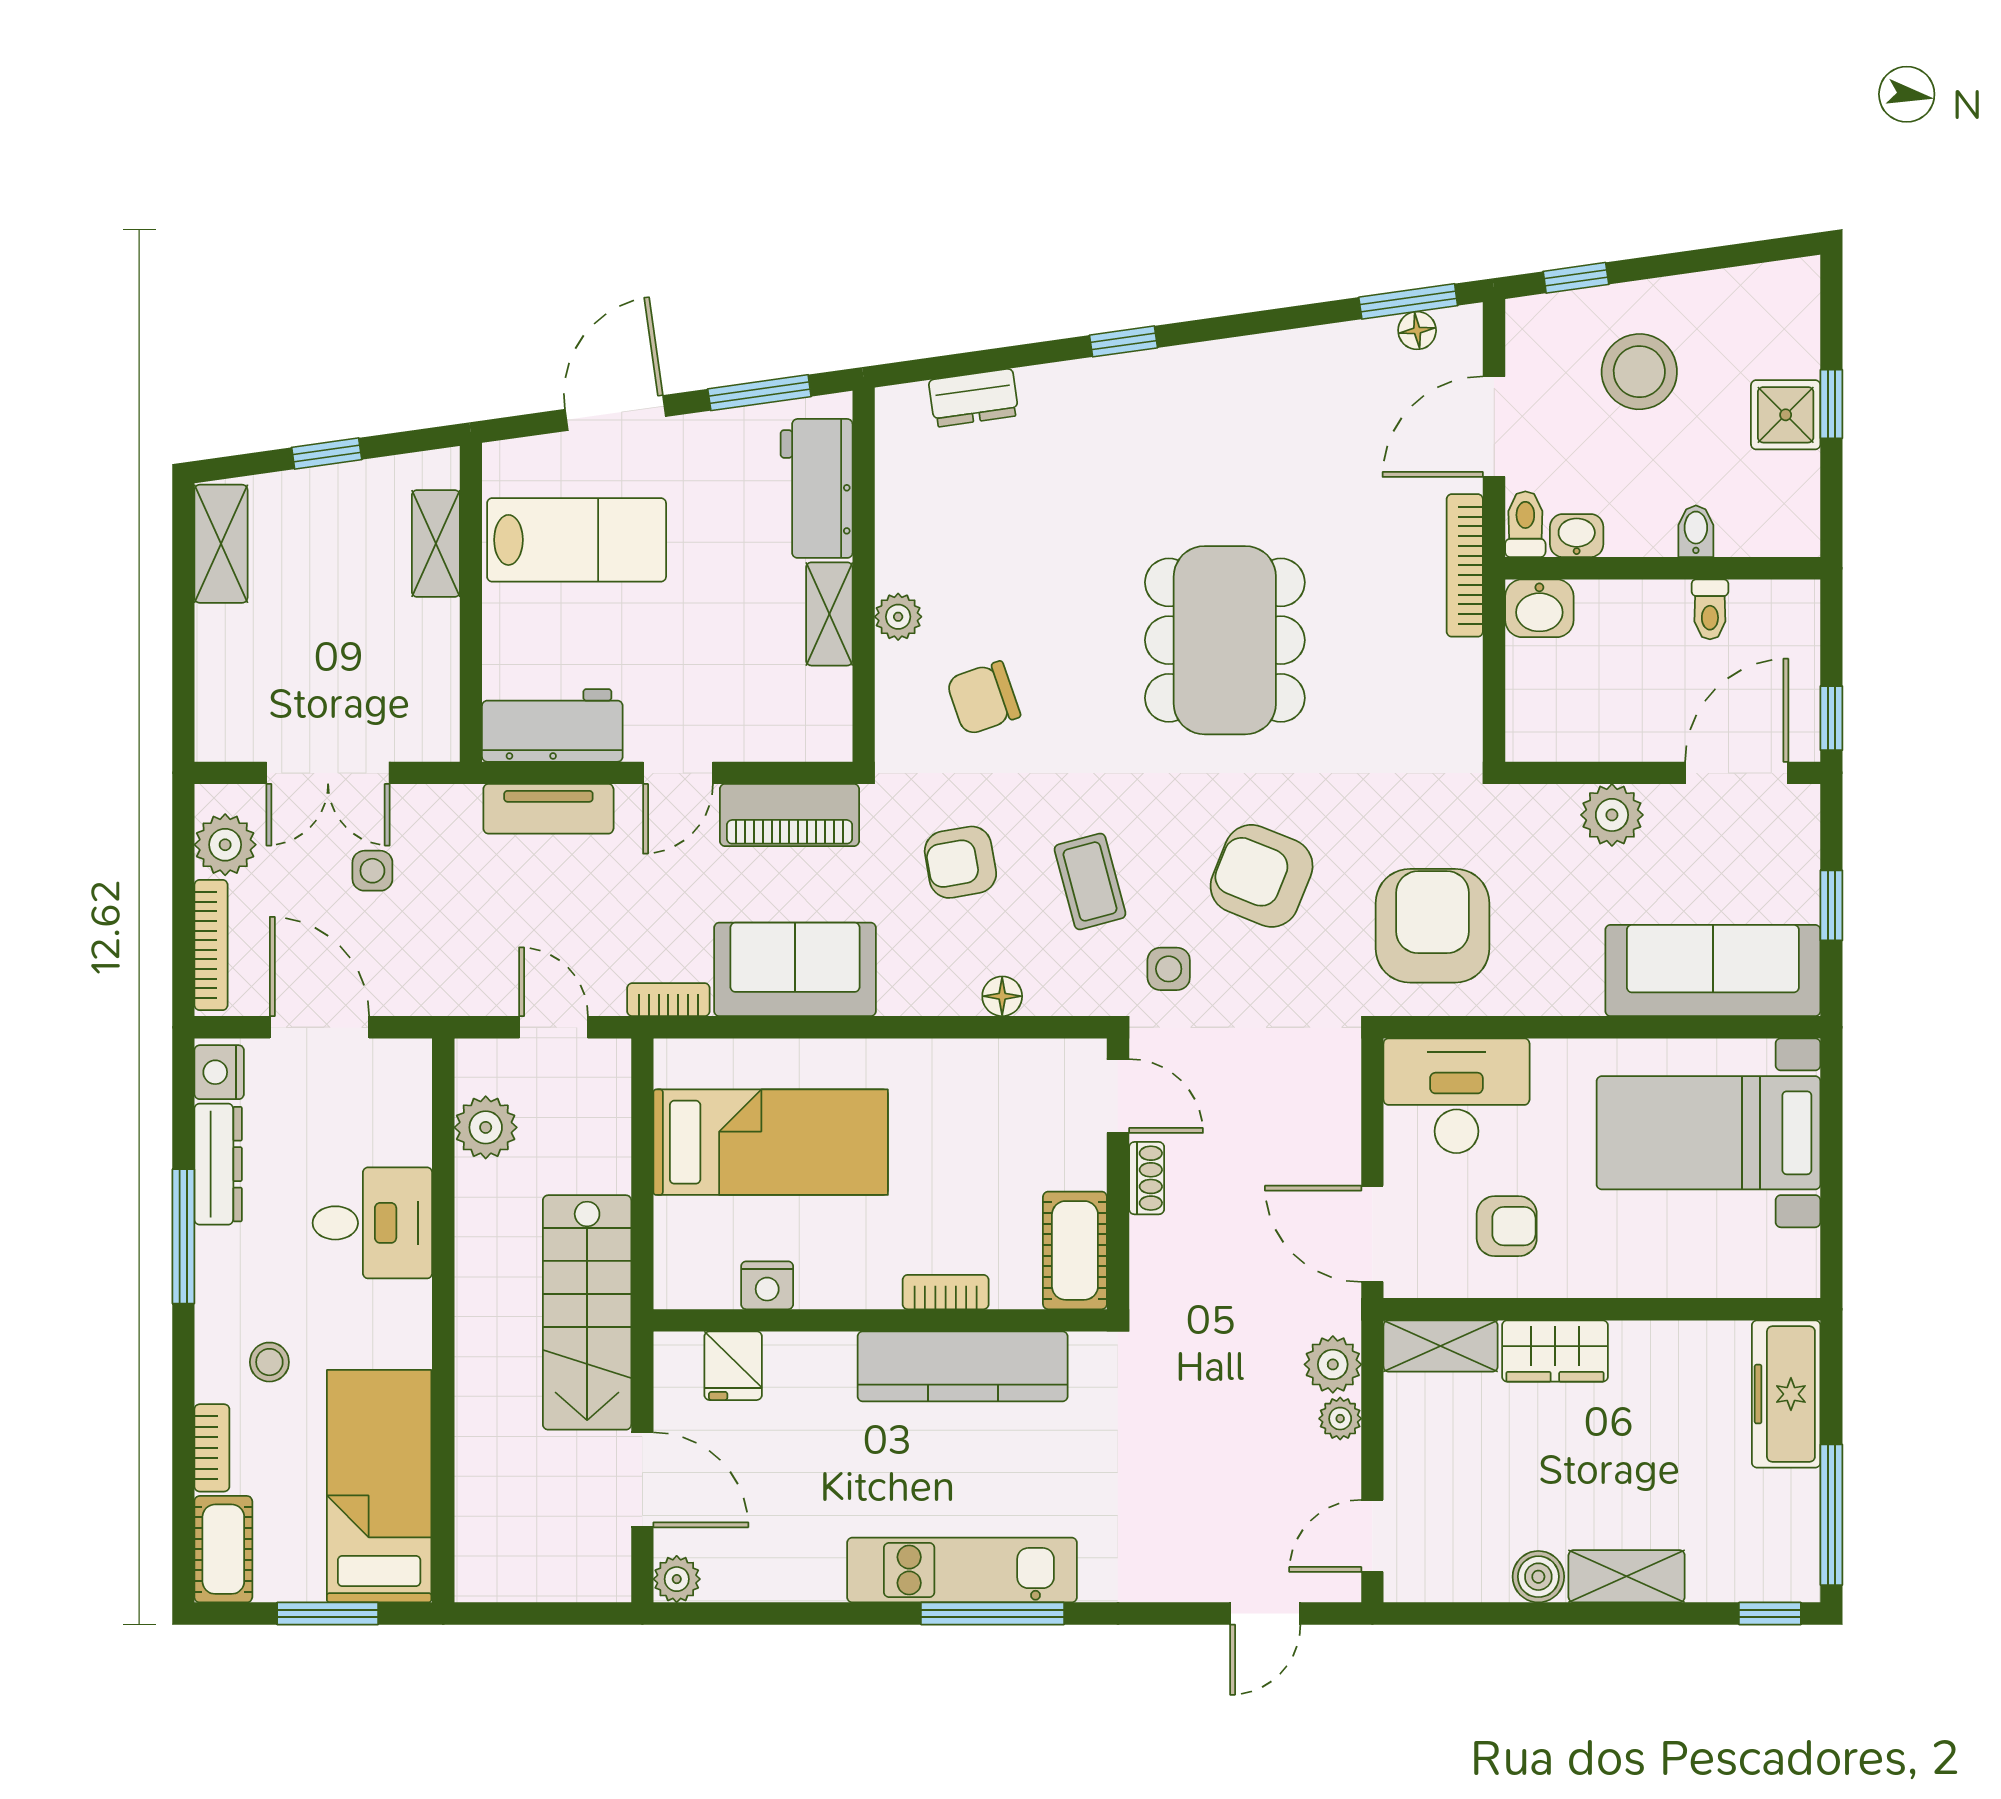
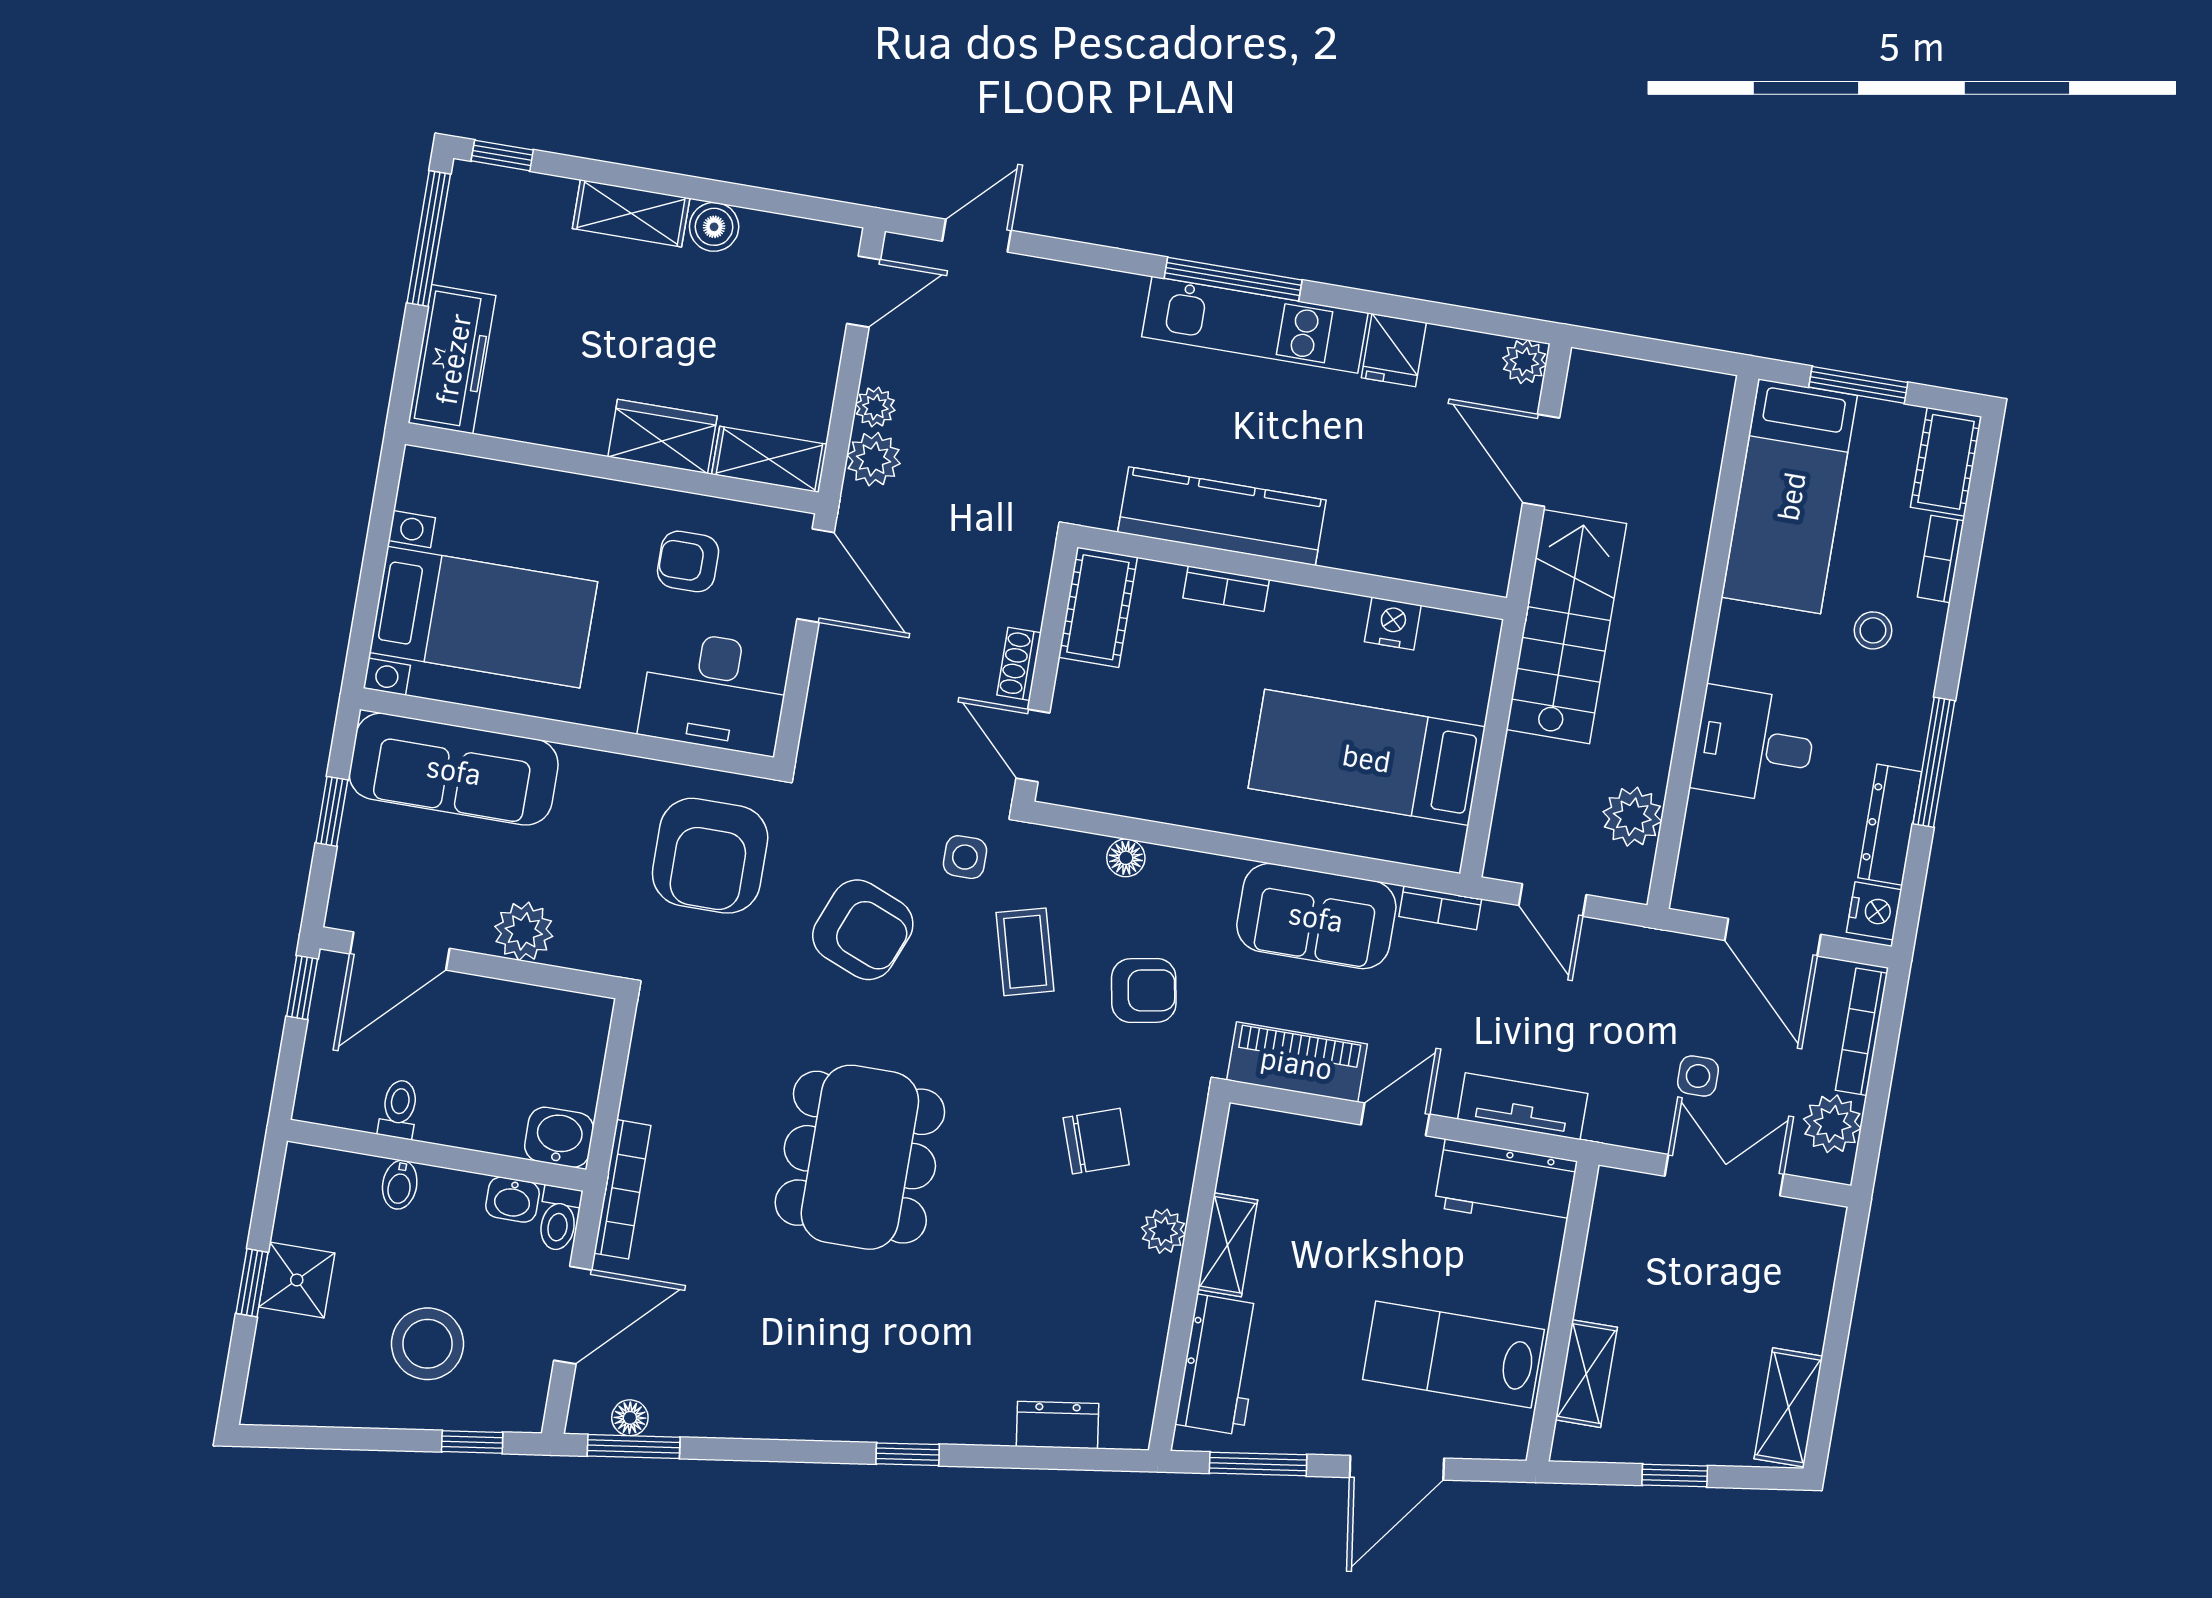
fridge: (733, 1366) -> (1394, 350), moved, turned 180

